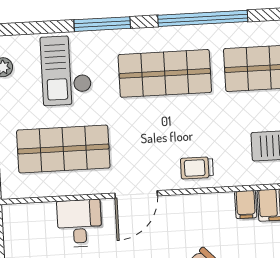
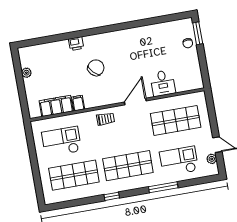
window: (203, 18) -> (112, 196), width x0.32
checkout: (66, 70) -> (179, 161), turned -90

